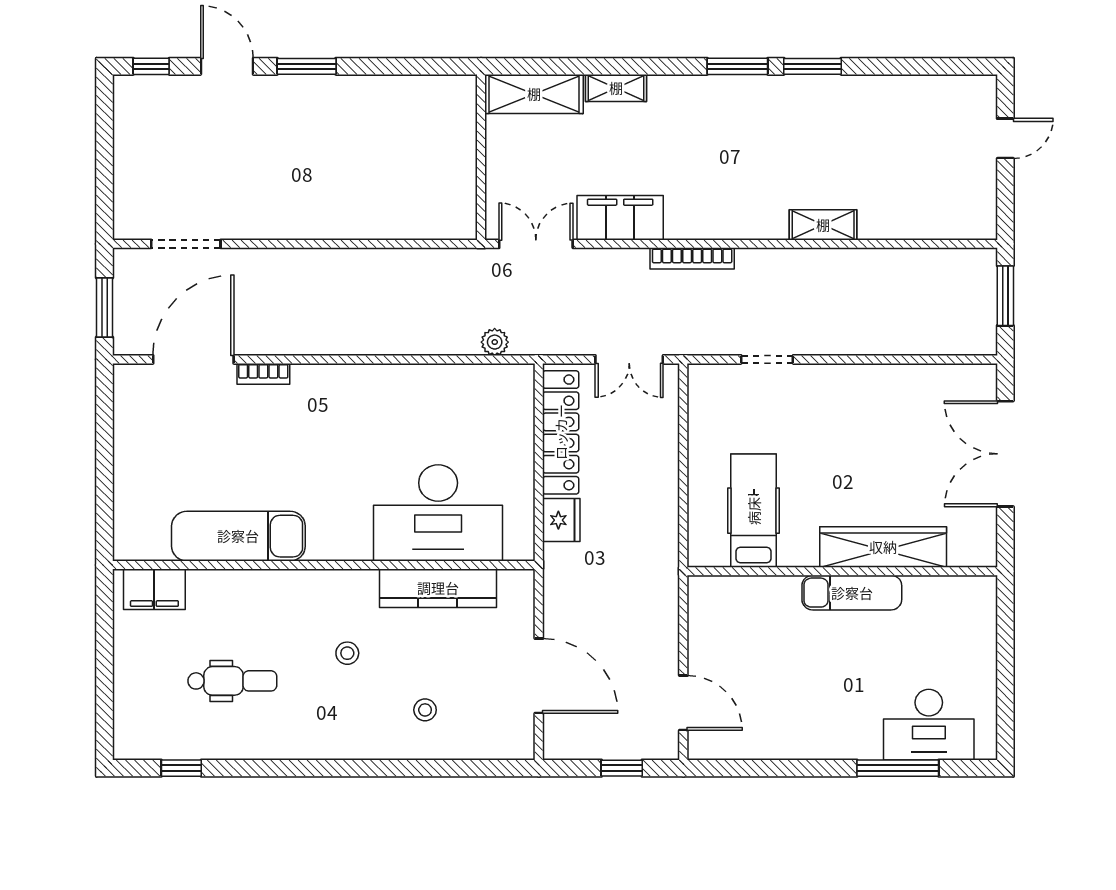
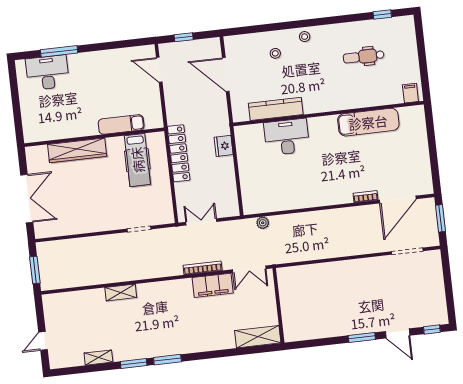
shelving: (616, 88) -> (98, 358), moved
bookcase: (692, 258) -> (203, 268), moved
locker: (561, 432) -> (179, 153), moved, turned 180
desk: (438, 513) -> (287, 137), width x0.73, depth x0.77
filing cabinet: (154, 589) -> (410, 93), width x0.50
exam couch: (852, 593) -> (121, 124), moved
stool: (347, 653) -> (305, 37), moved

